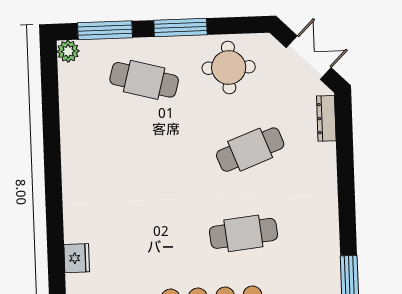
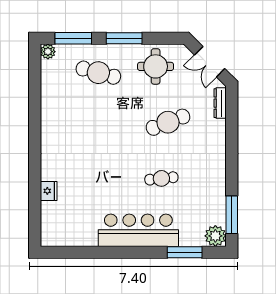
double door: (309, 58) -> (210, 62), swing flipped
cafe table: (243, 233) -> (161, 178), width x0.73, depth x0.74

